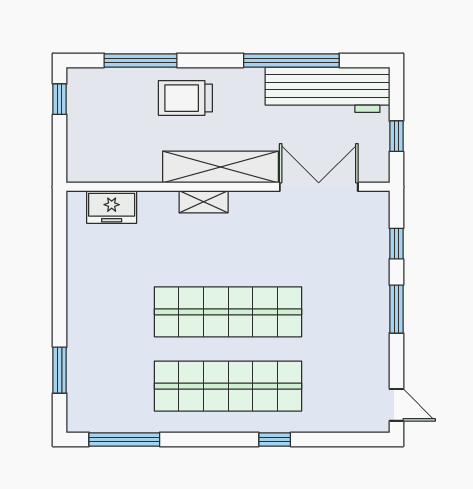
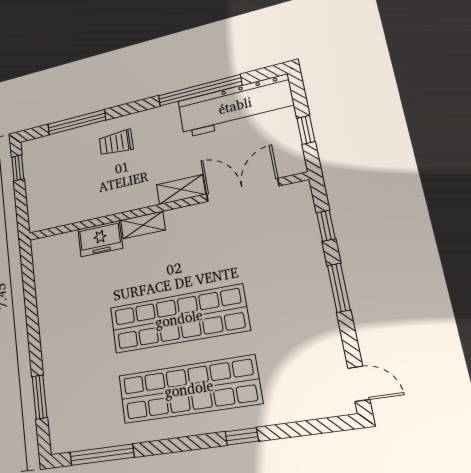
trolley: (185, 98) -> (116, 143), width x0.73, depth x0.72
shelving: (220, 167) -> (181, 190), width x0.45, depth x0.75
freezer: (112, 207) -> (100, 239), moved

